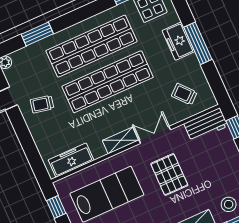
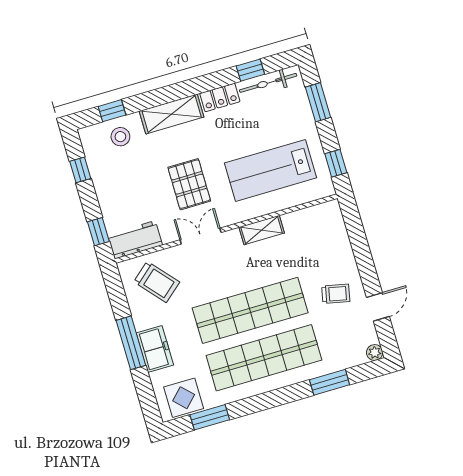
trolley: (184, 94) -> (157, 282), width x1.36, depth x1.39
double door: (155, 135) -> (201, 236), swing flipped
shelving: (120, 140) -> (262, 230), moved
freezer: (71, 160) -> (309, 219), removed

